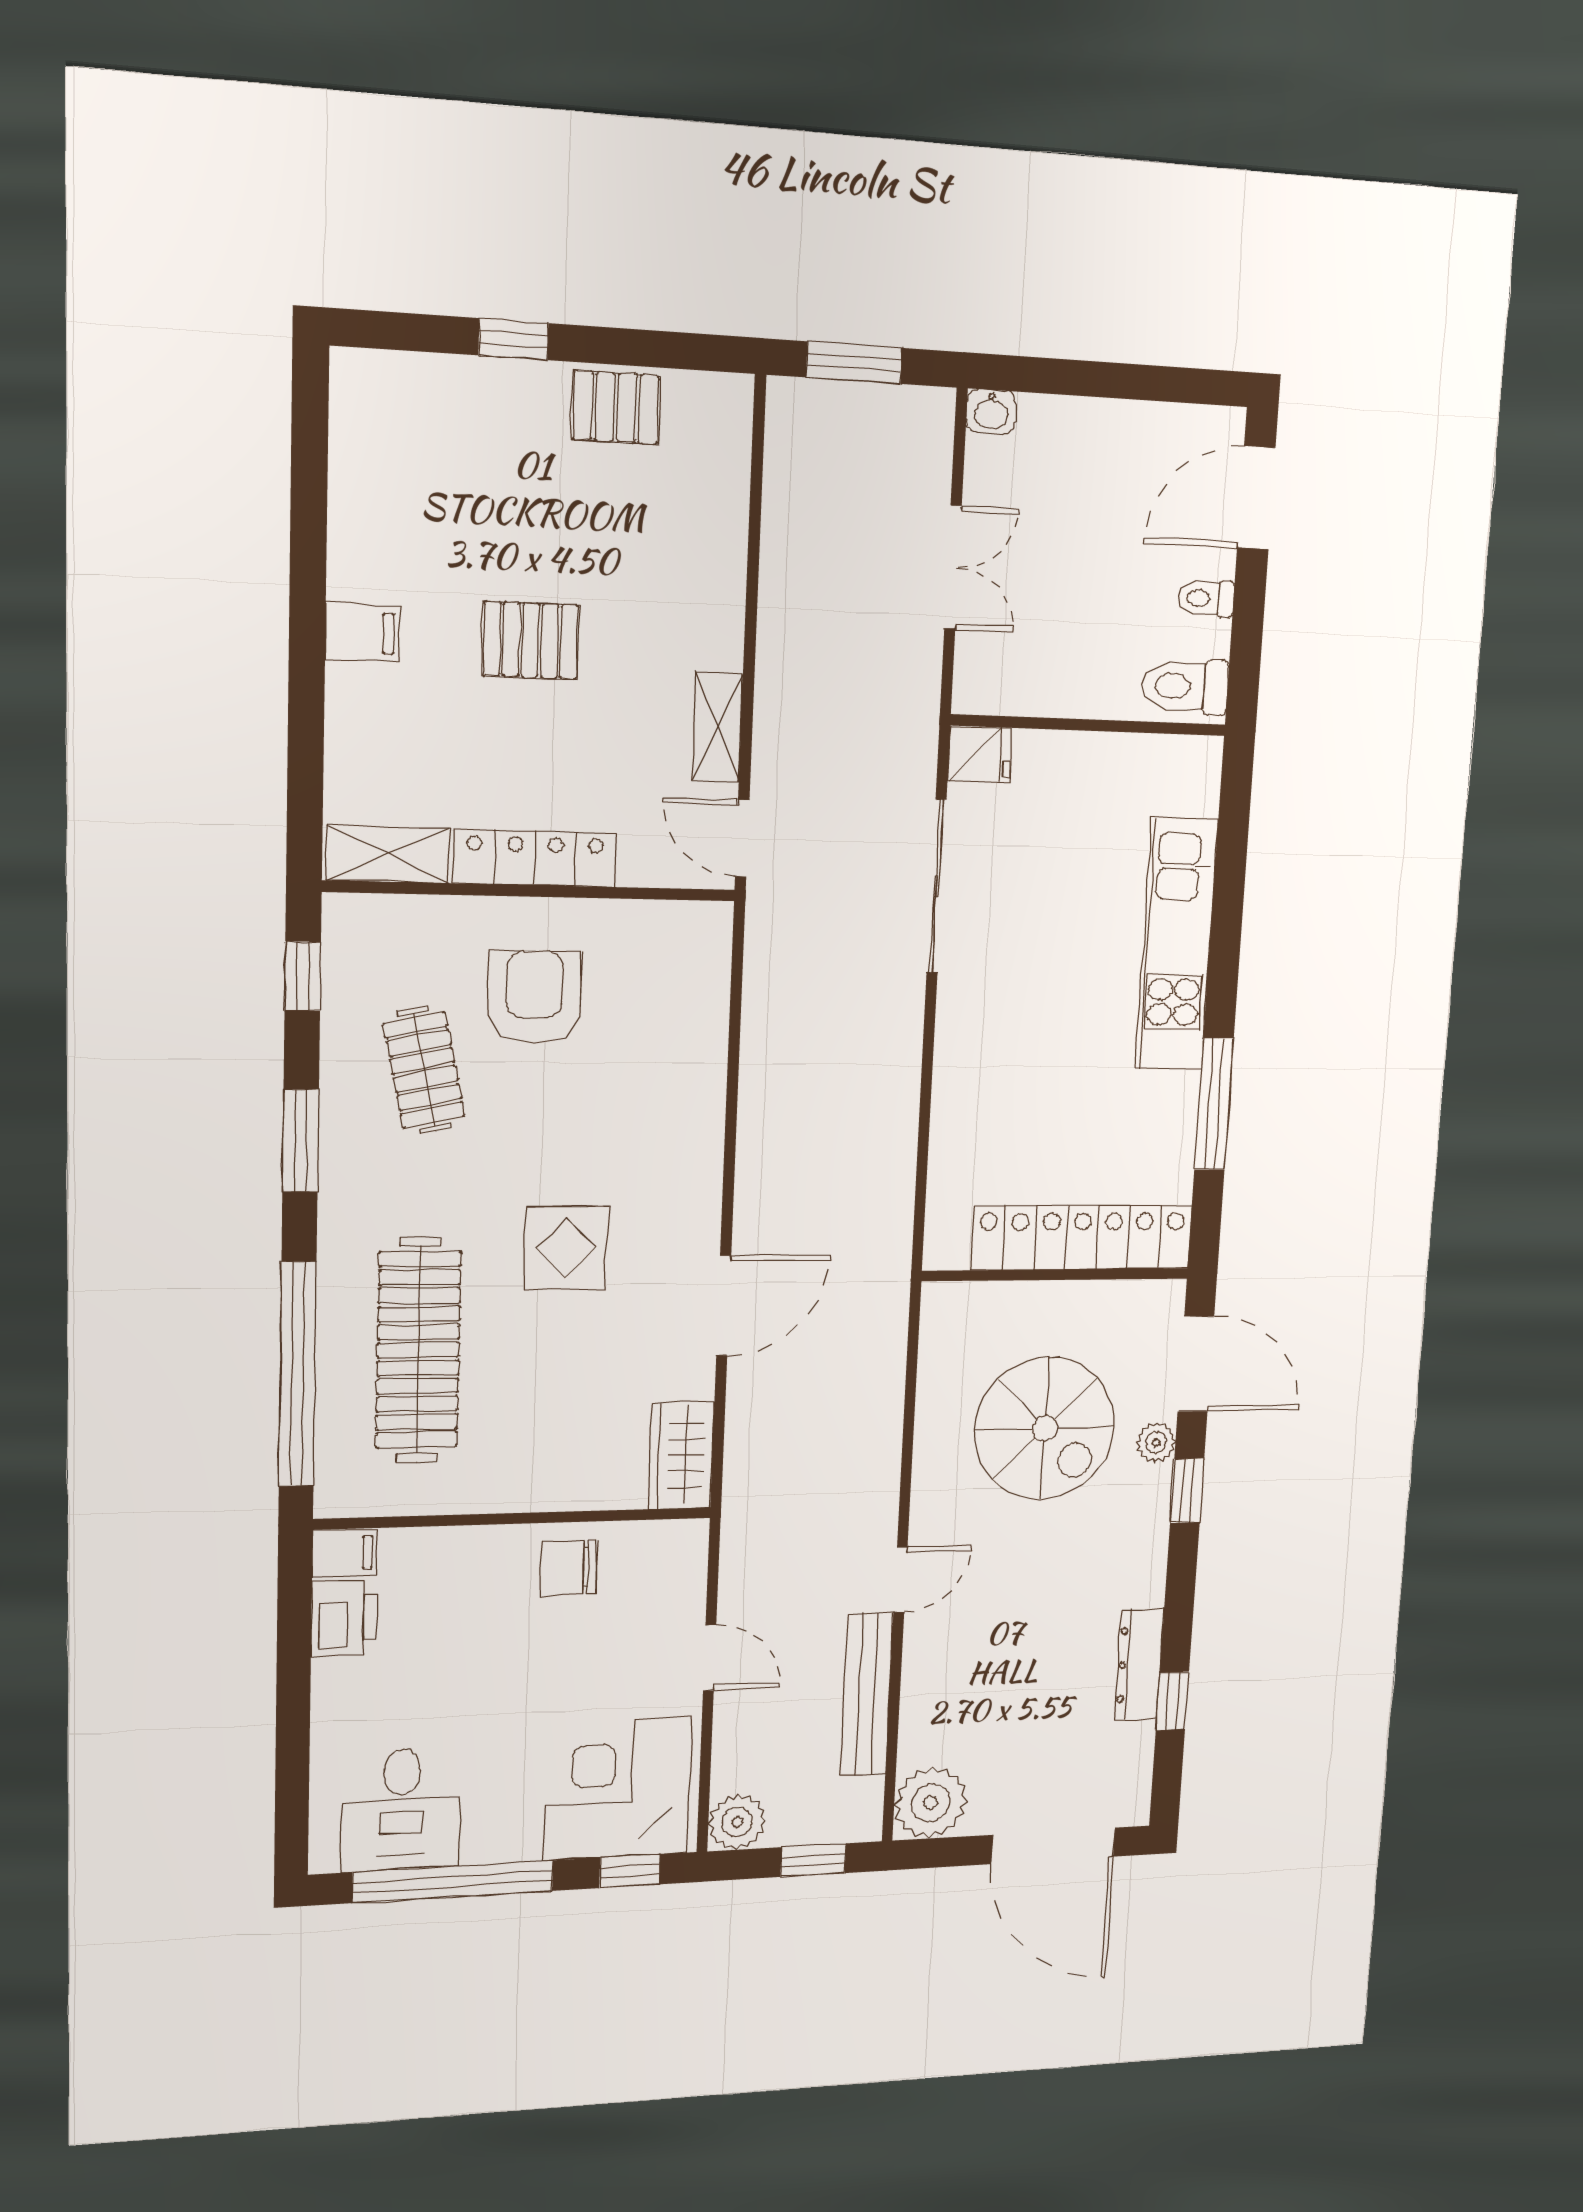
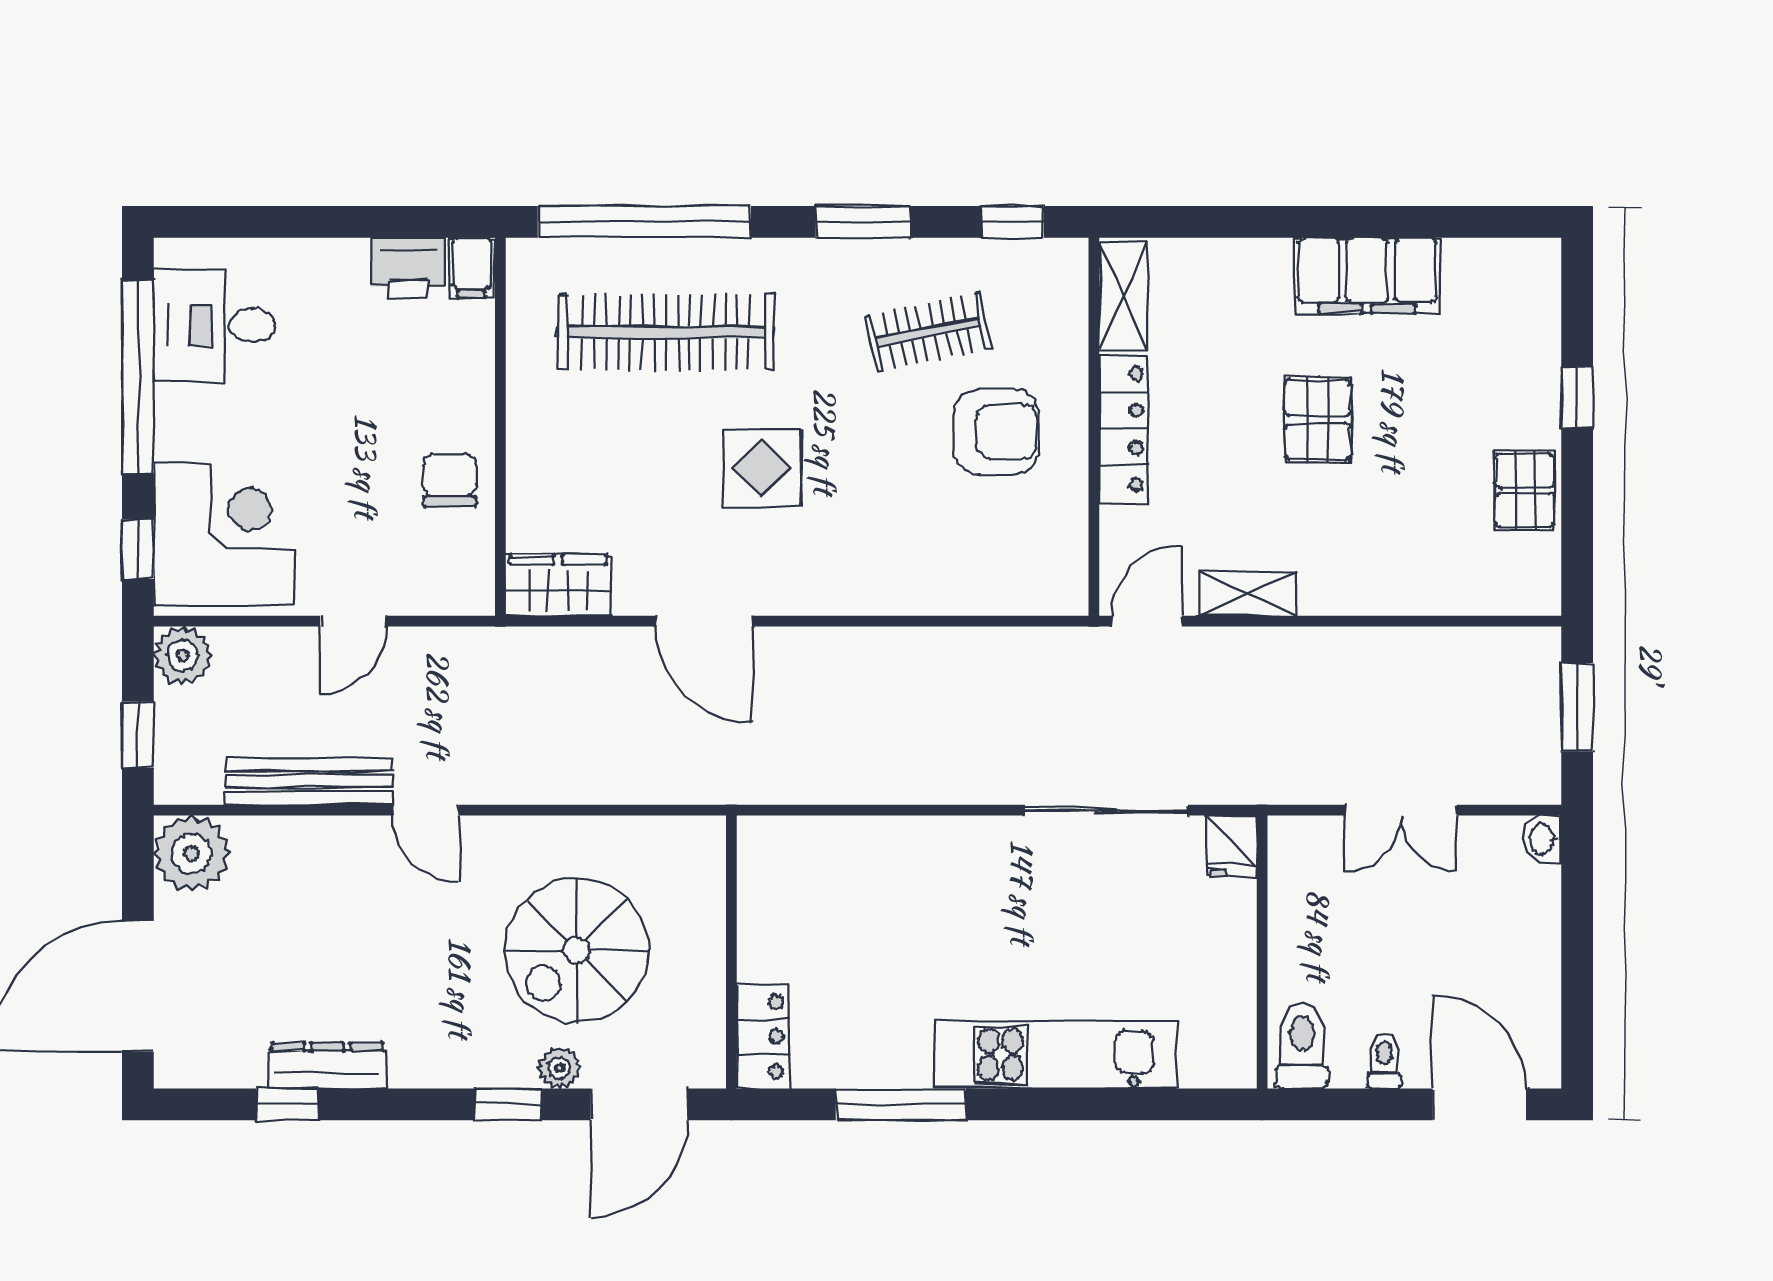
filing cabinet: (362, 633) -> (1367, 275), width x3.00, depth x1.17
locker: (1082, 1237) -> (763, 1037), width x0.46, depth x0.83

